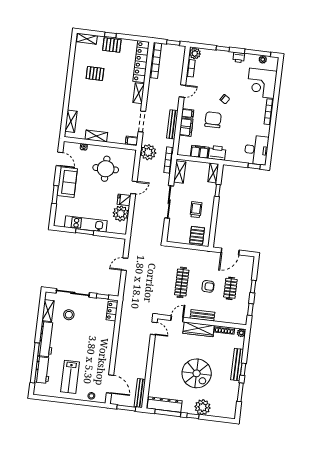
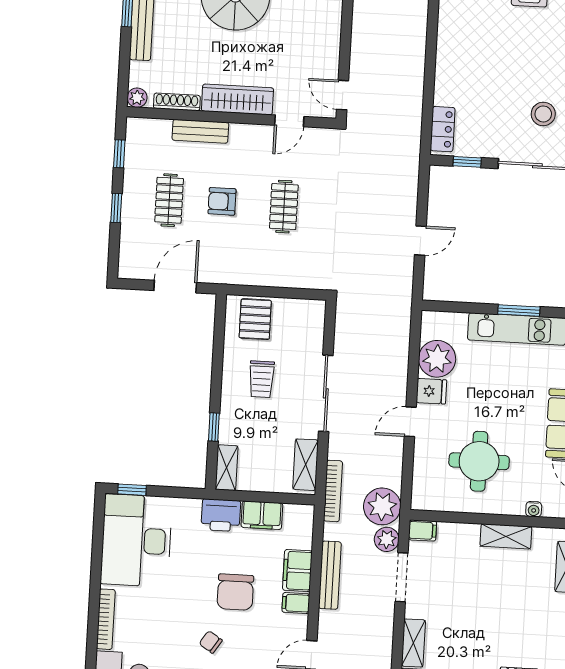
plant: (147, 138) -> (387, 539), added
desk: (256, 150) -> (136, 541), width x1.36, depth x1.30
clothes rail: (182, 282) -> (284, 207), width x0.73
bench: (202, 315) -> (200, 131), moved

